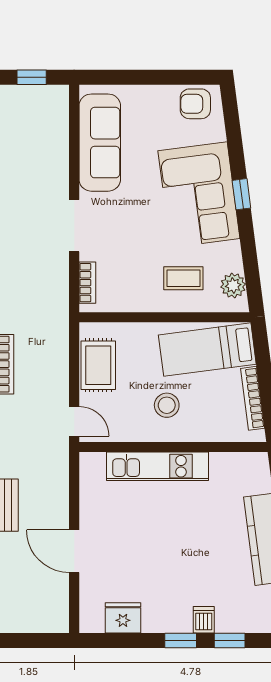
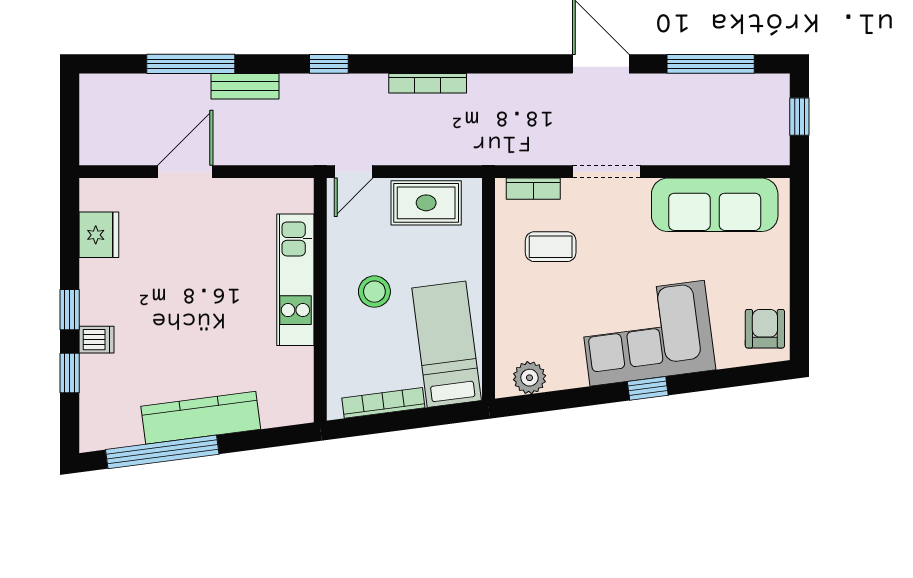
coffee table: (183, 278) -> (551, 247), moved, turned 90

